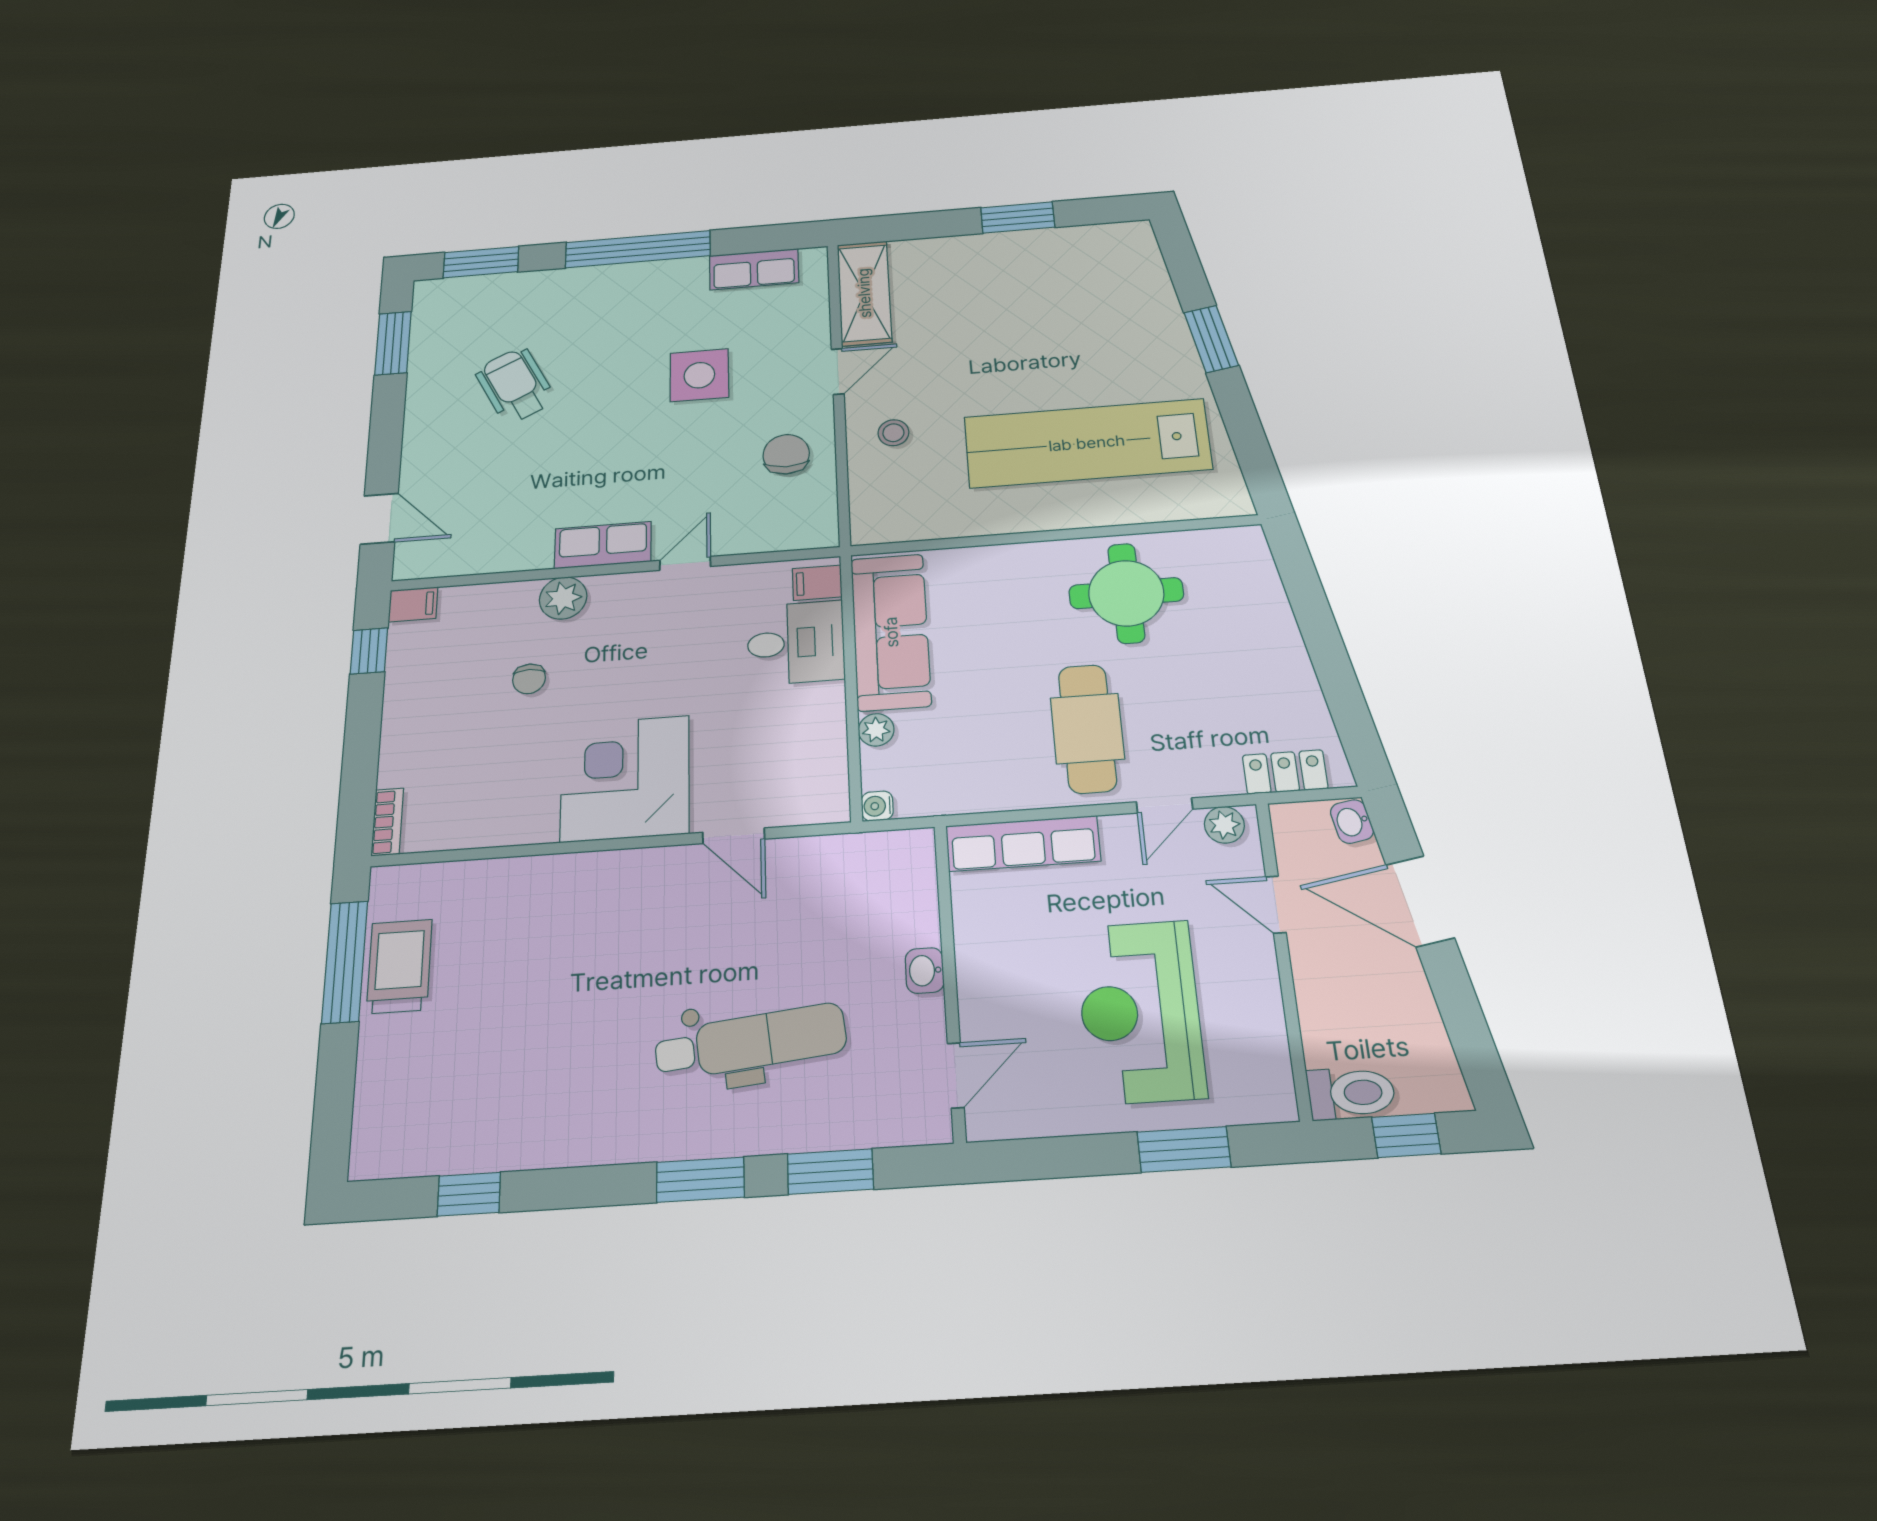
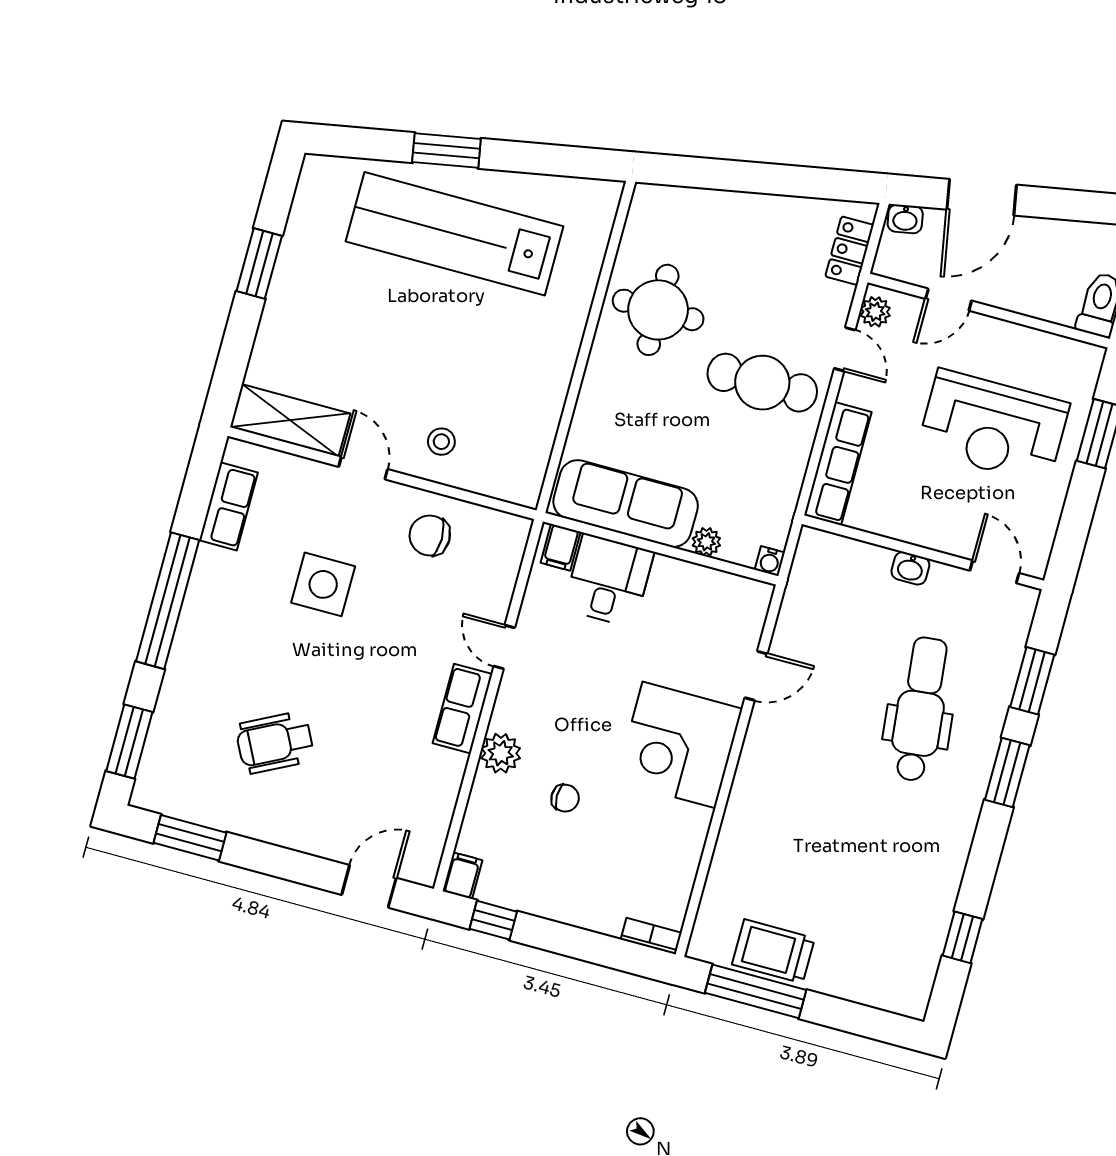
lab bench: (1087, 443) -> (455, 234), moved, turned 90

